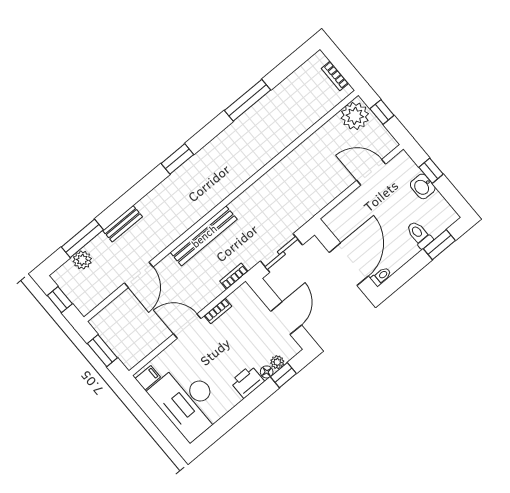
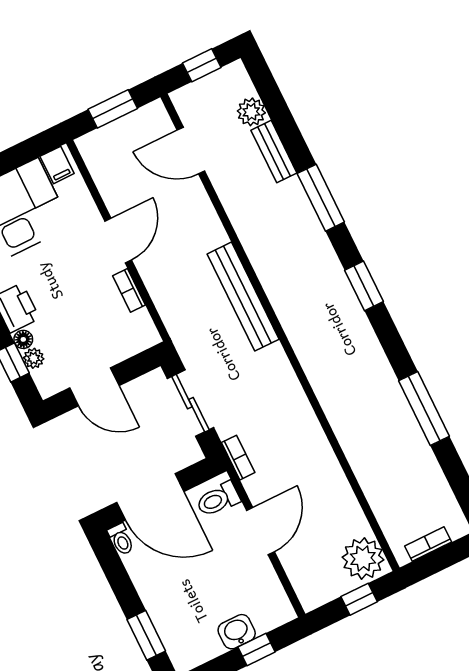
door: (371, 172) -> (260, 531), moved
bench: (123, 224) -> (274, 152), moved
toilet: (419, 235) -> (218, 499), moved, turned 180
window: (82, 238) -> (321, 198), moved
door: (139, 275) -> (191, 151), moved
bookcase: (234, 276) -> (238, 458), moved

